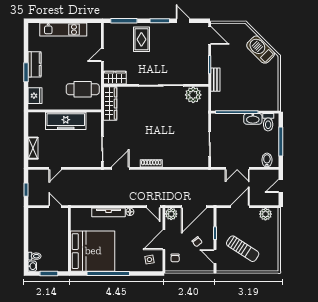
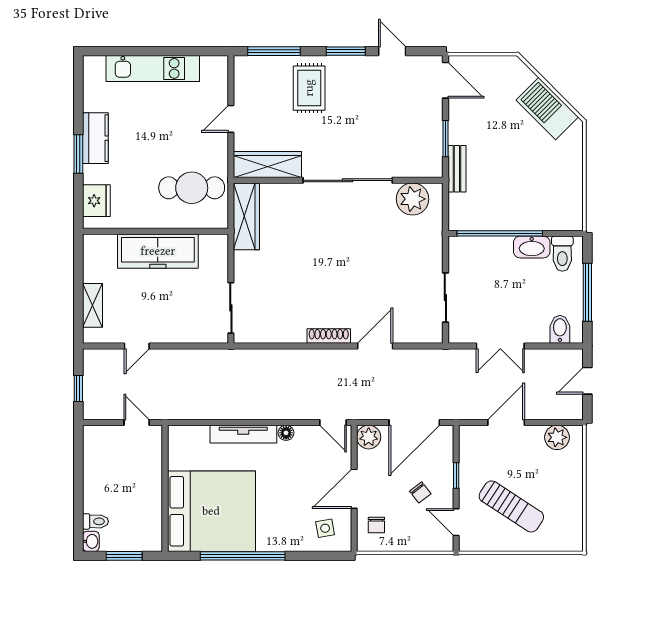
wardrobe: (115, 78) -> (267, 165), width x1.50
door: (120, 168) -> (375, 346), moved

